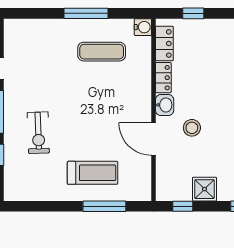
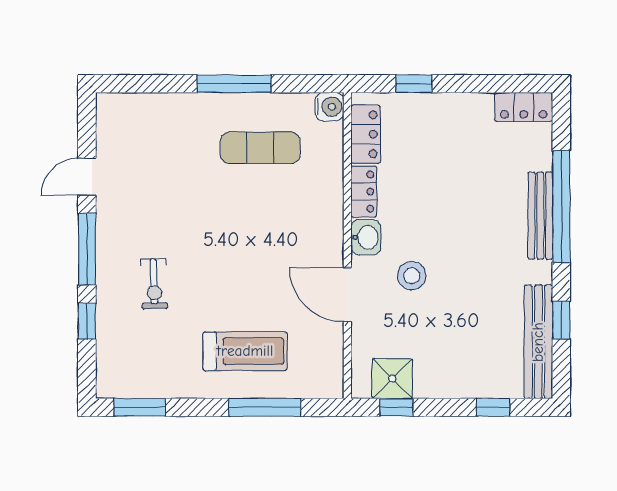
exercise bike: (38, 133) -> (154, 284), width x0.73, depth x0.72
shower: (205, 189) -> (392, 379), moved
window: (30, 206) -> (140, 407), added

